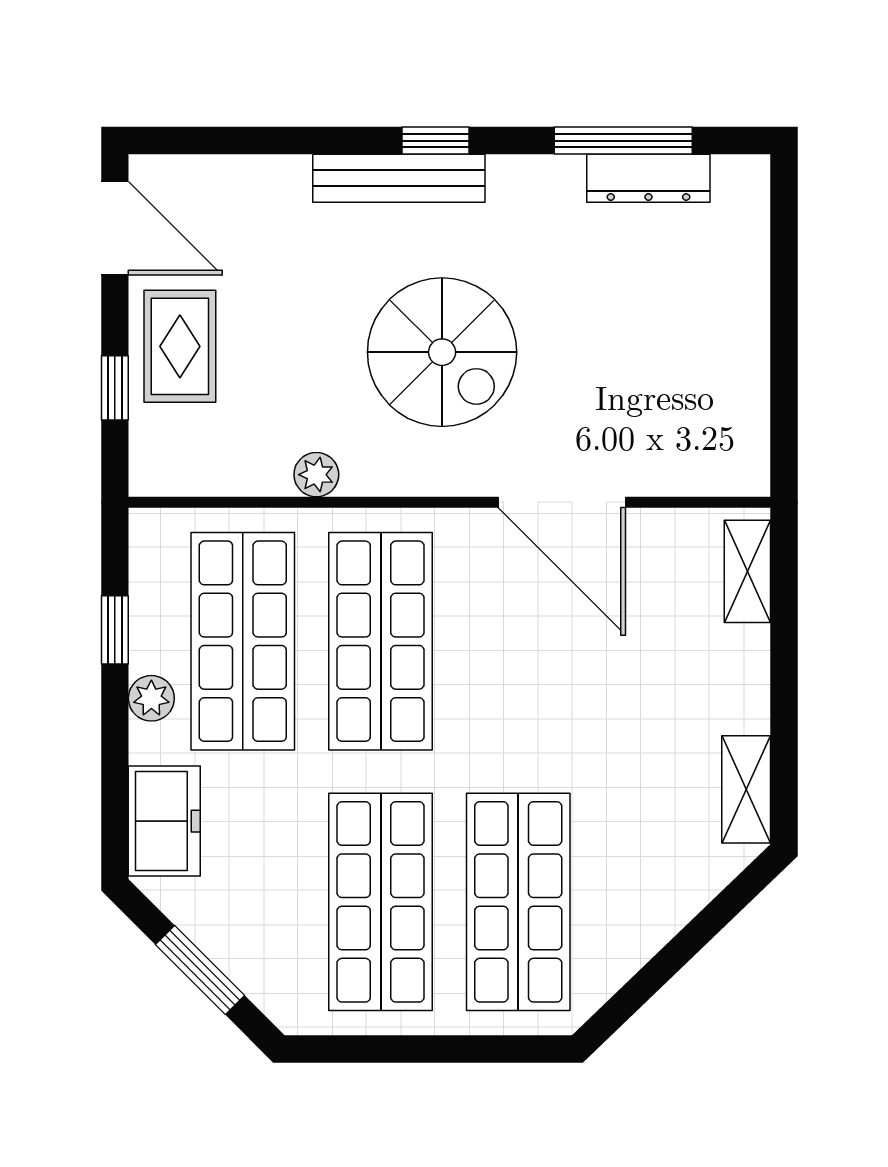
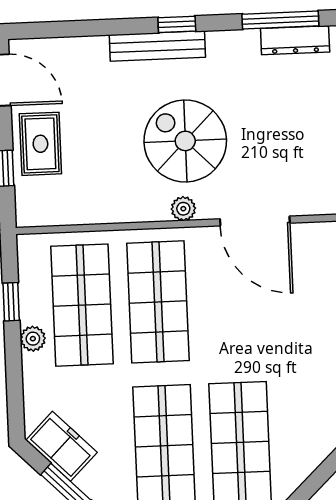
spiral stairs: (442, 352) -> (185, 141), turned 180
plant: (316, 475) -> (183, 209), moved
freezer: (164, 821) -> (61, 446), moved, turned -45

